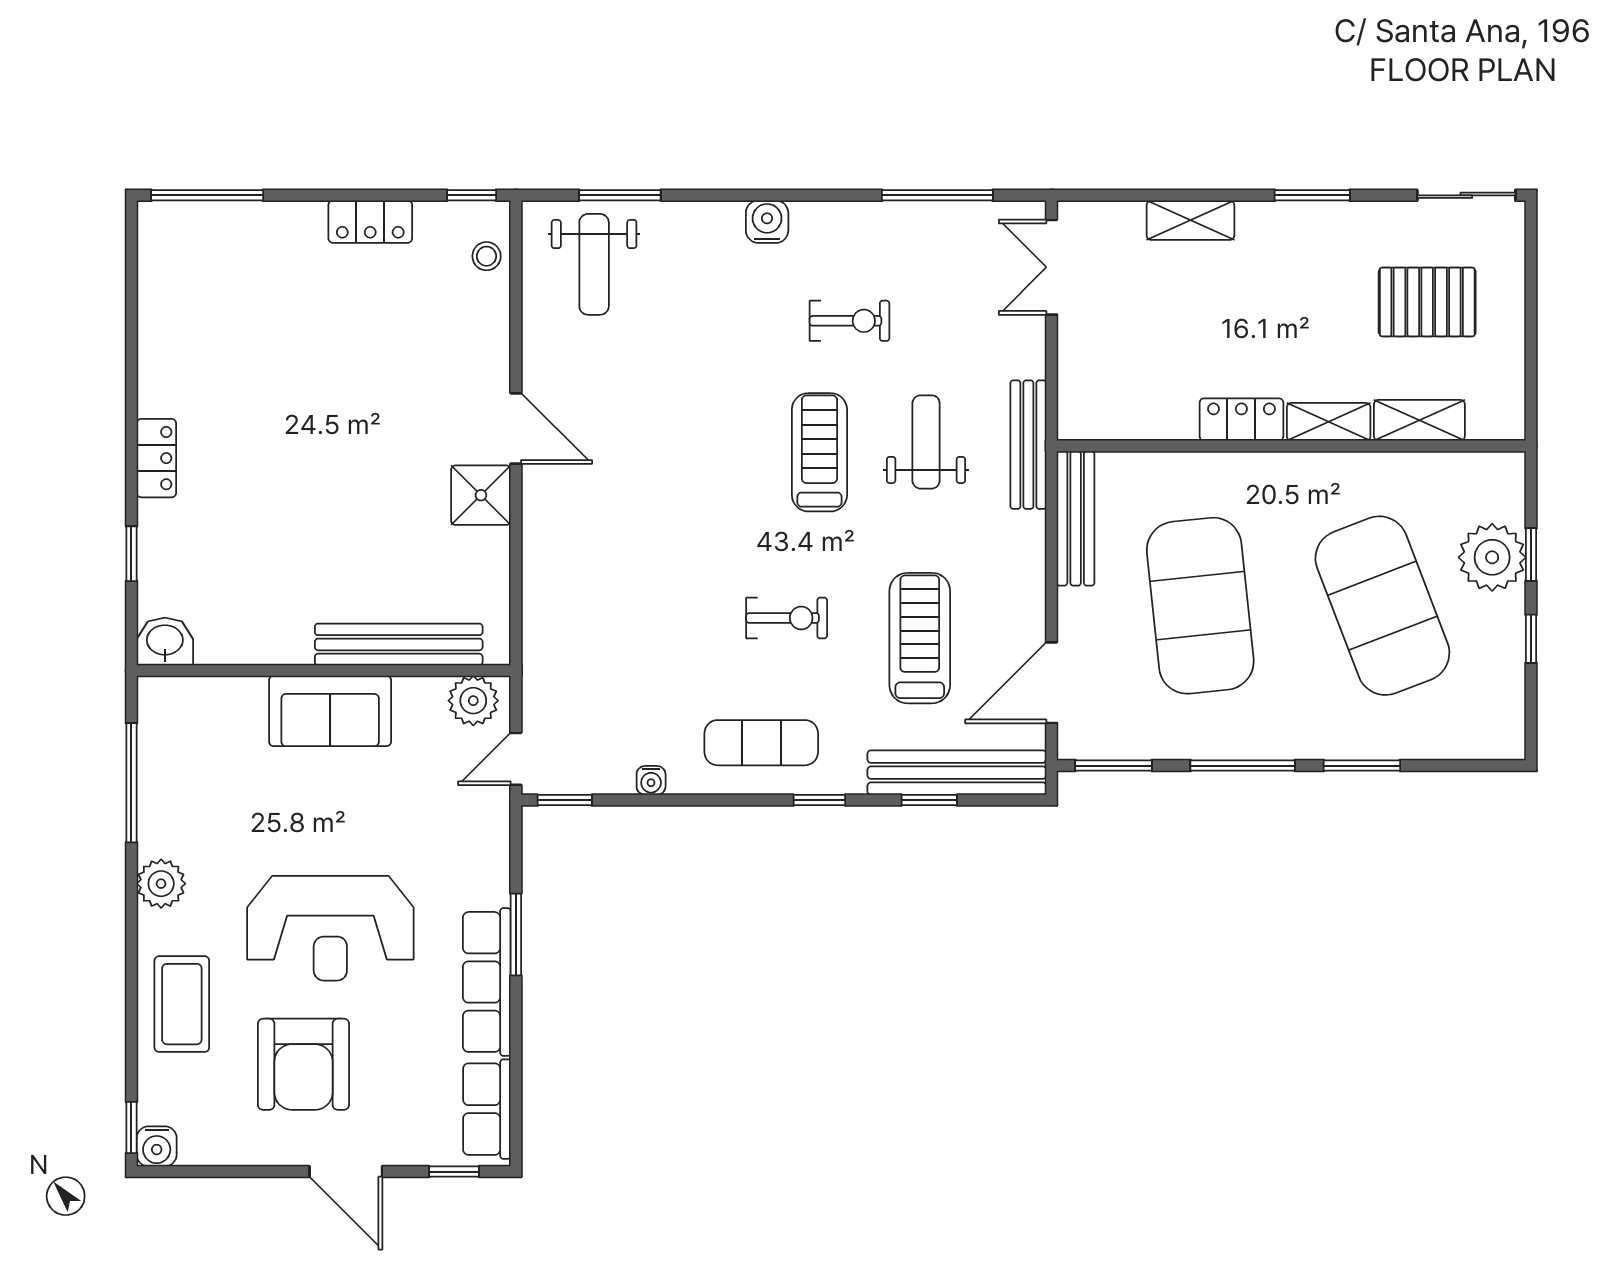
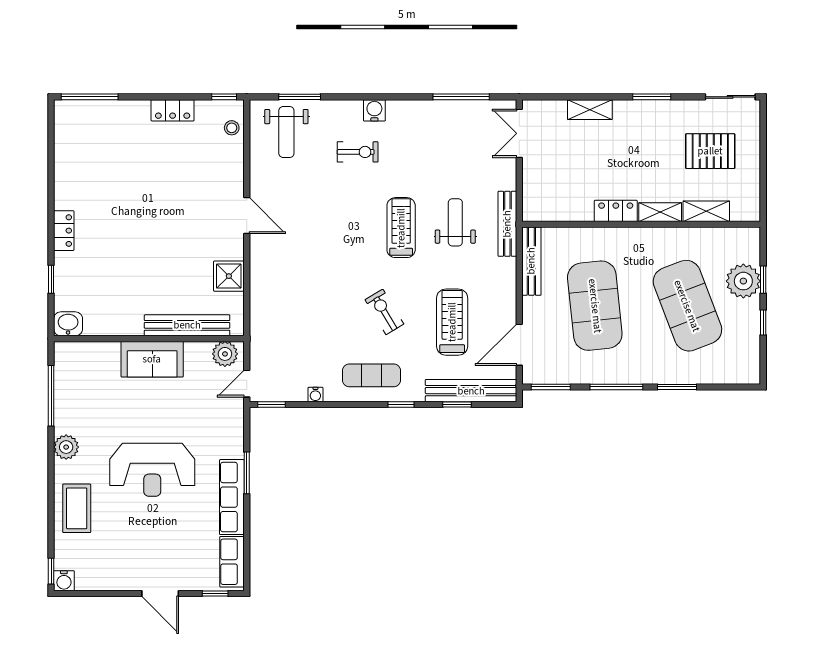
exercise bike: (849, 321) -> (358, 152), moved
shower: (481, 495) -> (229, 276), moved
exercise bike: (787, 618) -> (384, 312), turned -121
armchair: (303, 1064) -> (139, 539), removed

